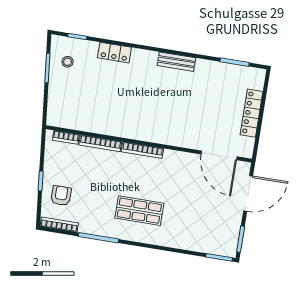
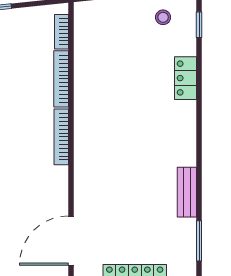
bench: (176, 62) -> (187, 192), moved

